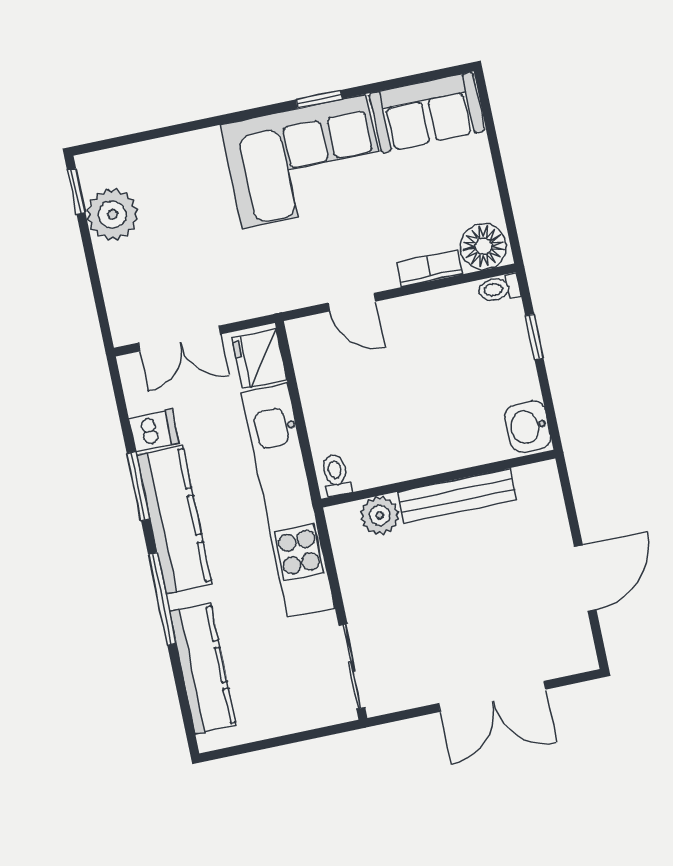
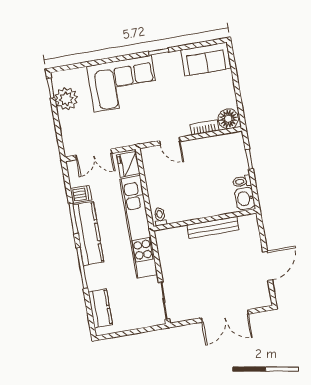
corner sofa: (304, 161) -> (123, 84), moved
toilet: (499, 288) -> (242, 181), moved
plant: (380, 515) -> (179, 235), removed
kitchen counter: (203, 669) -> (100, 308), width x0.67

